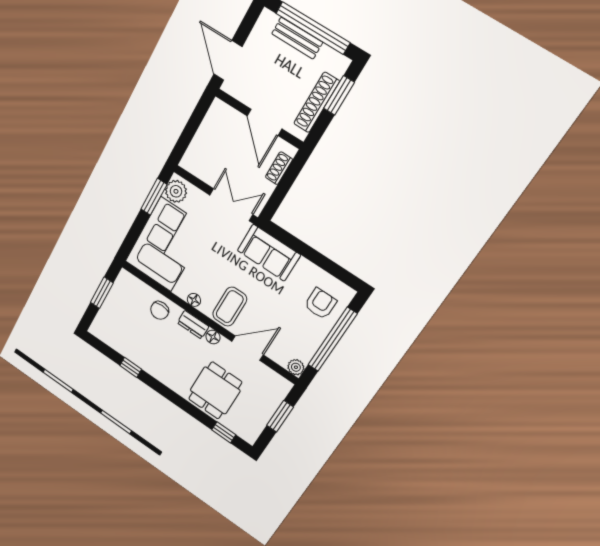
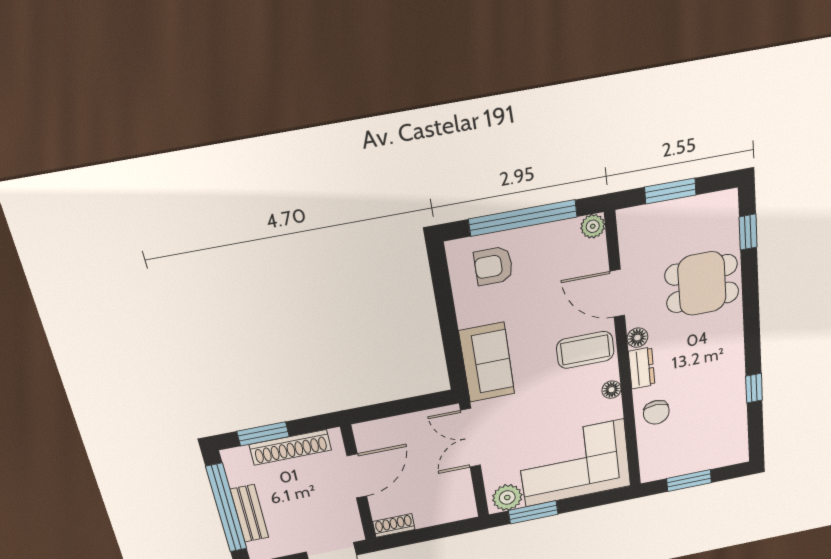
shoe rack: (279, 168) -> (394, 525), moved, turned 180
chair: (160, 310) -> (656, 412), turned 90

